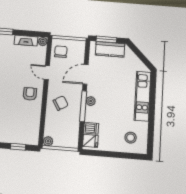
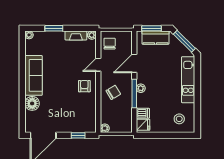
window: (140, 55) -> (184, 41), added
door: (47, 73) -> (98, 65), hinge flipped

